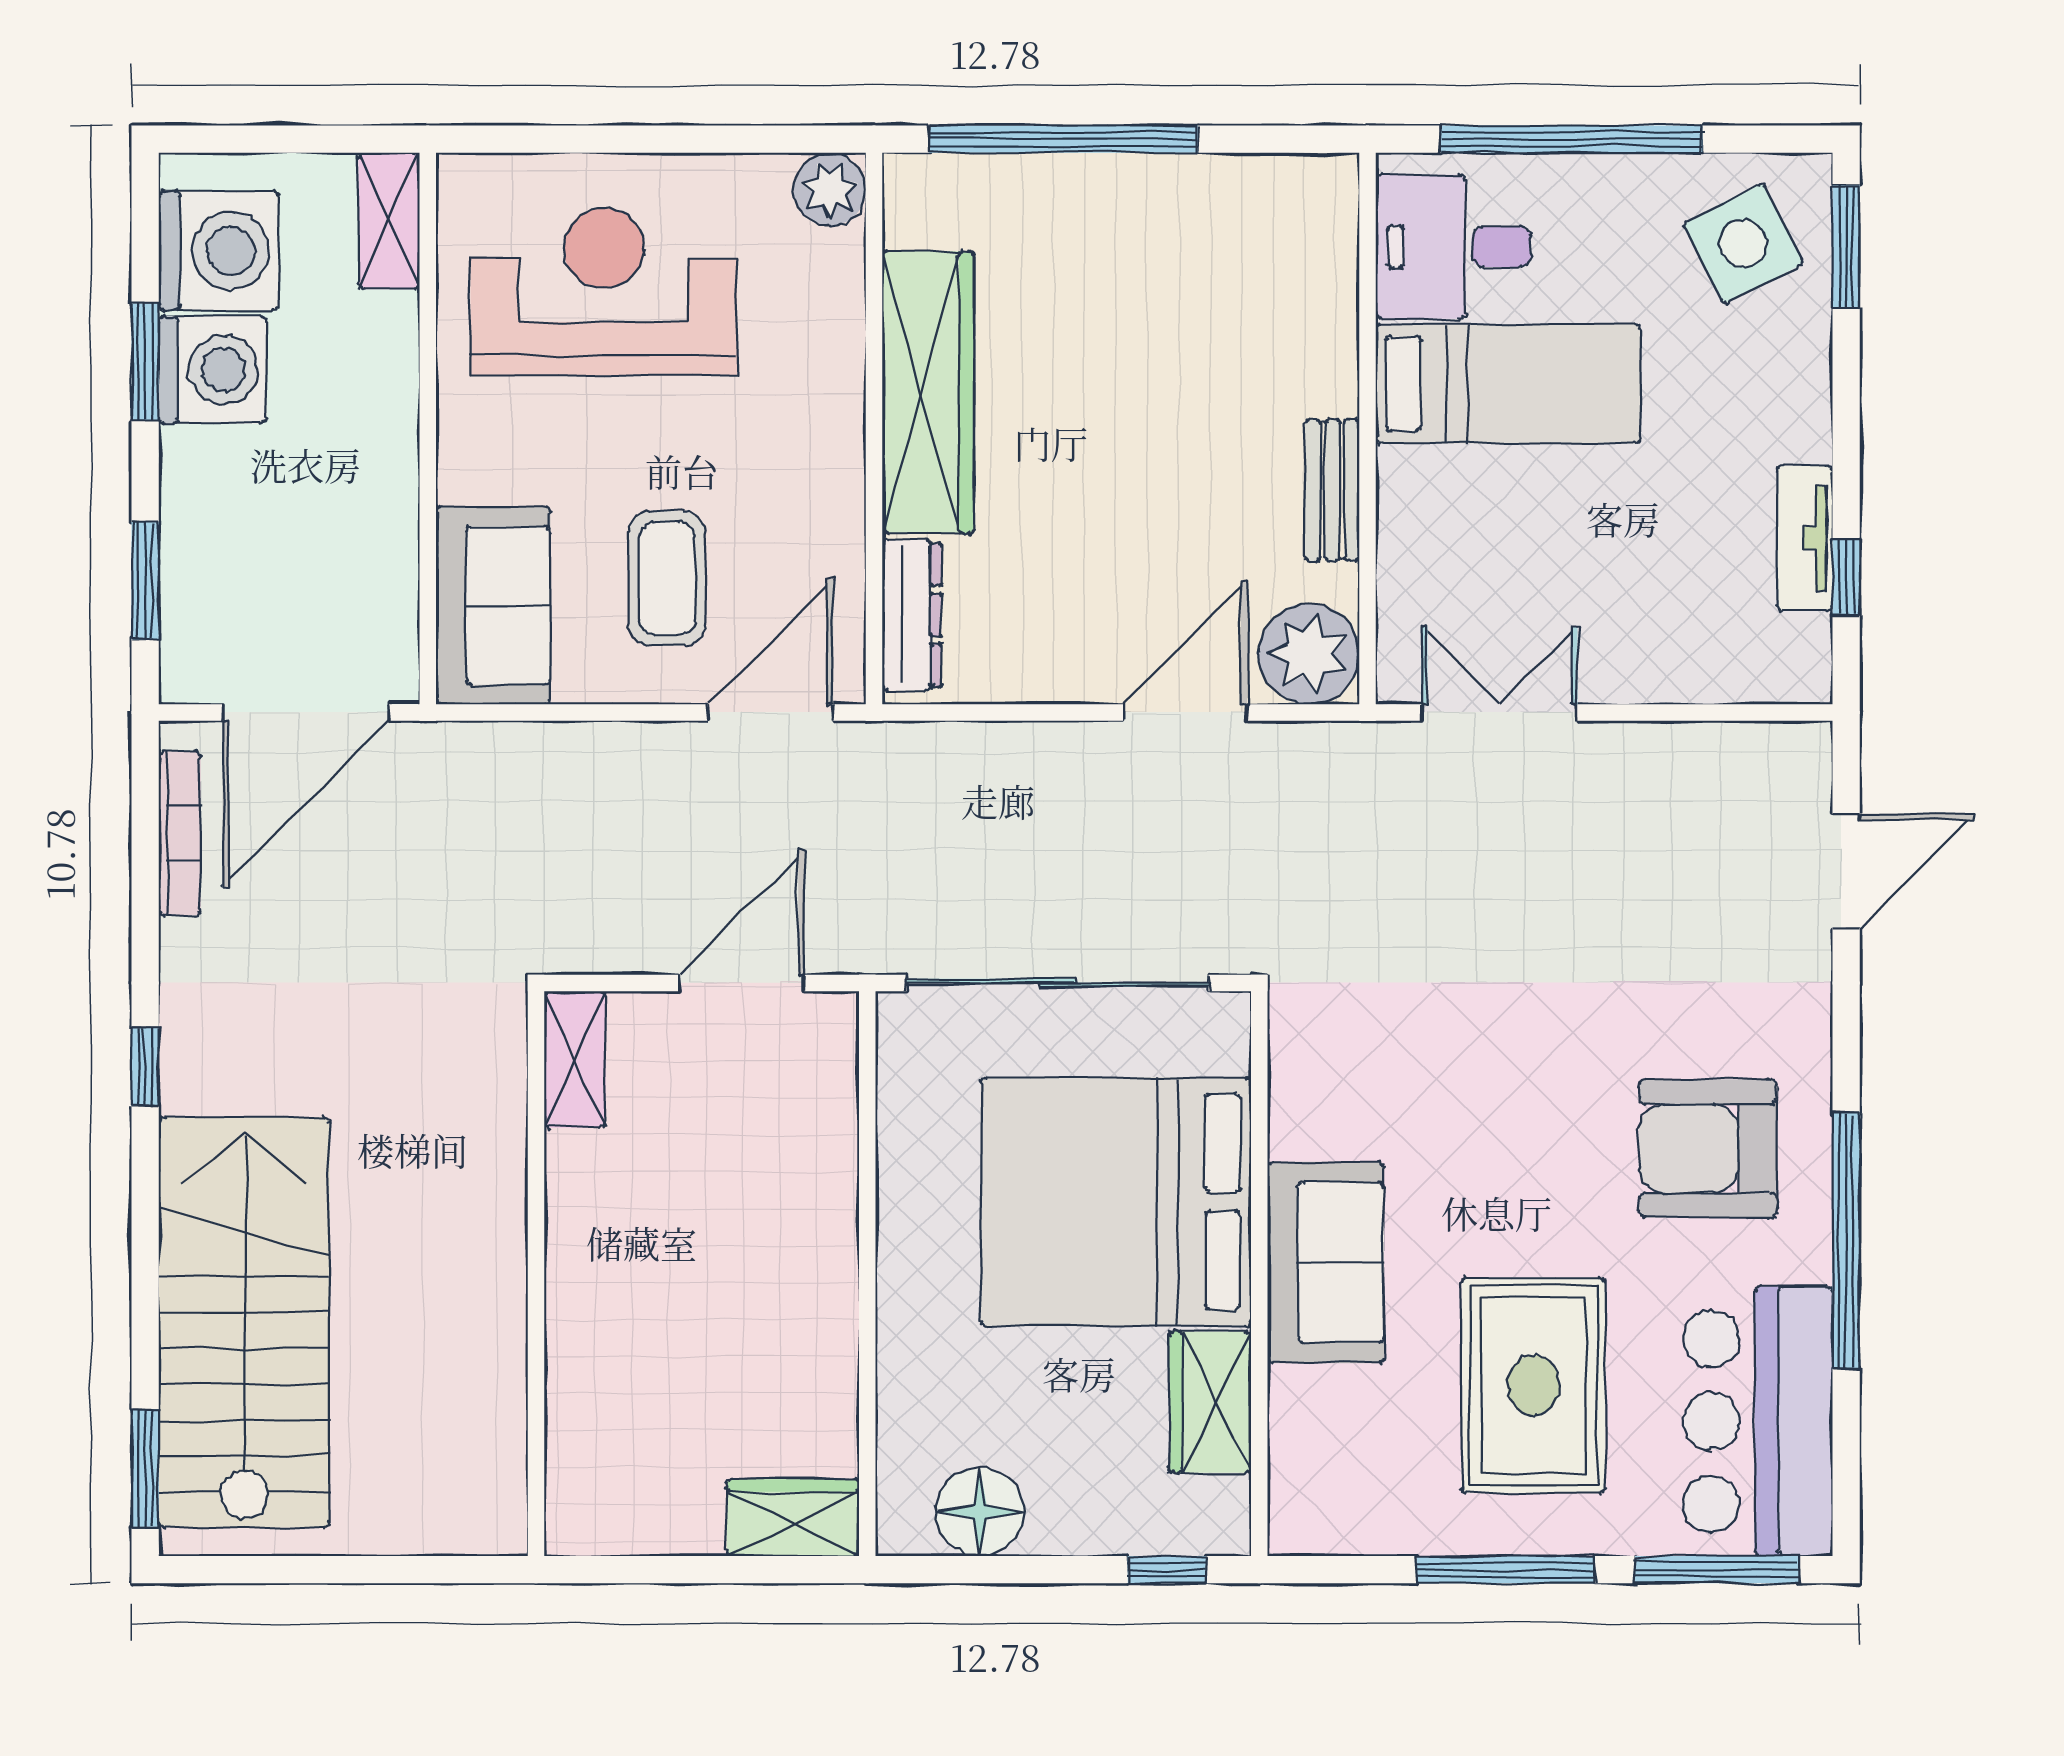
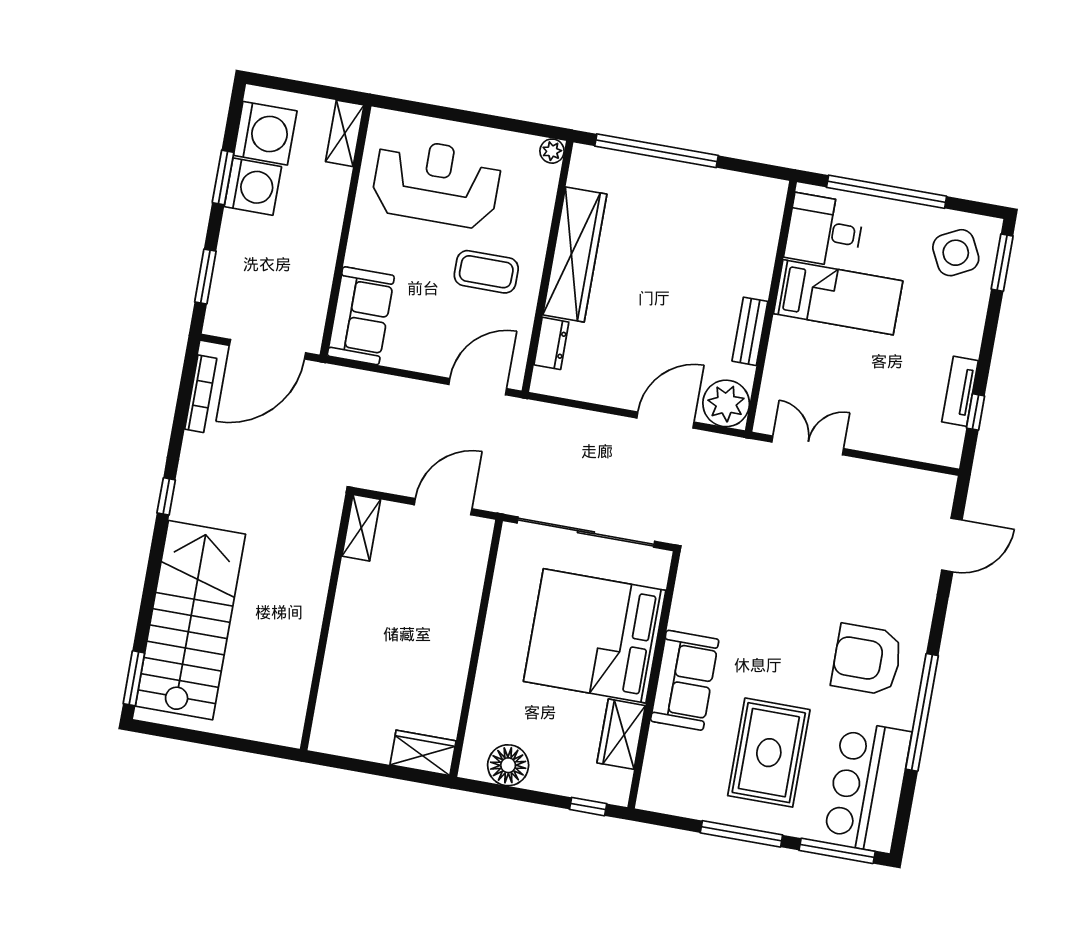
plant: (830, 190) -> (552, 151), width x0.73, depth x0.73
coffee table: (667, 578) -> (486, 272), moved, turned 90
dresser: (912, 615) -> (551, 343), width x0.70

